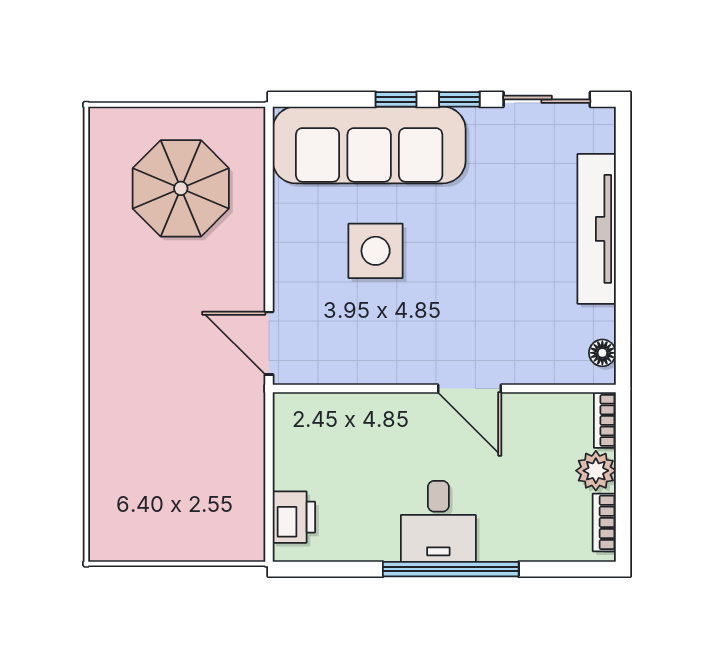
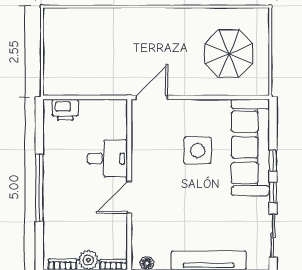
desk: (438, 521) -> (107, 159), moved, turned 180

